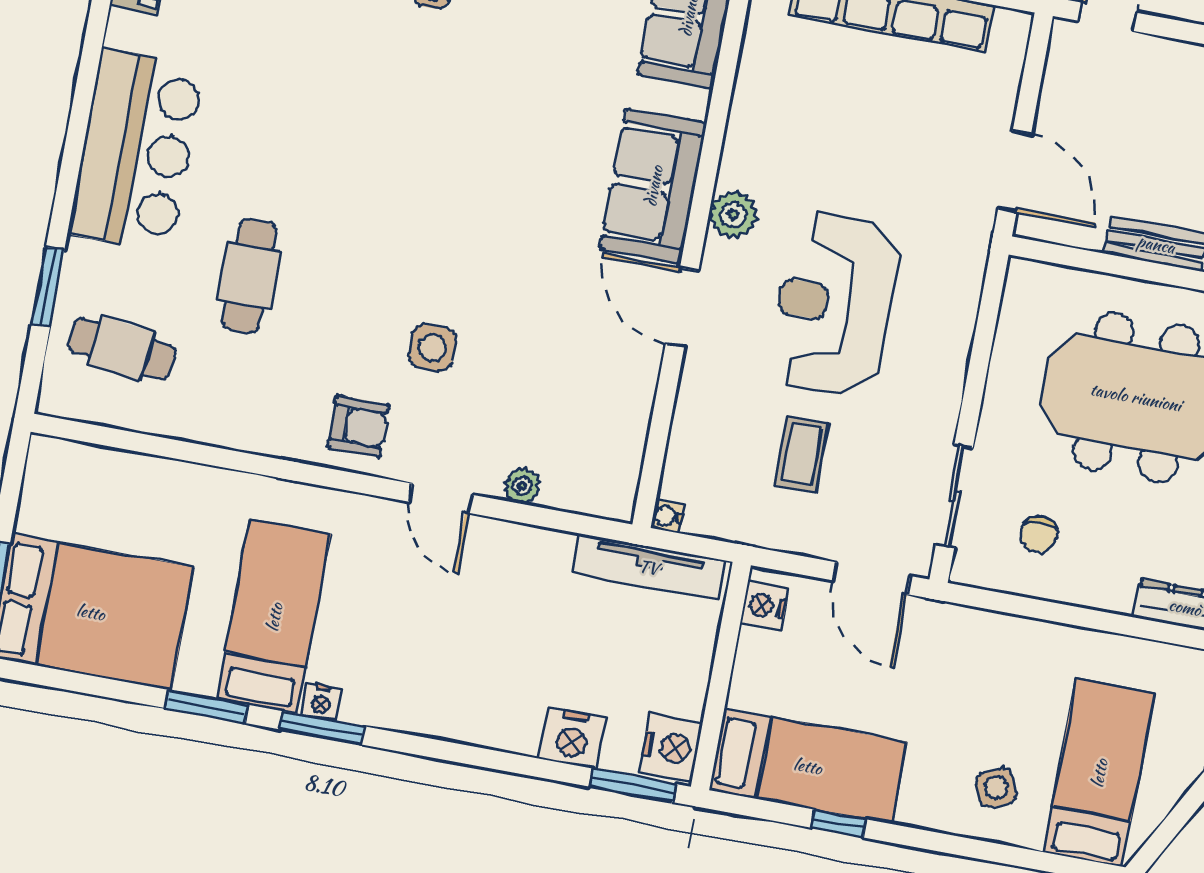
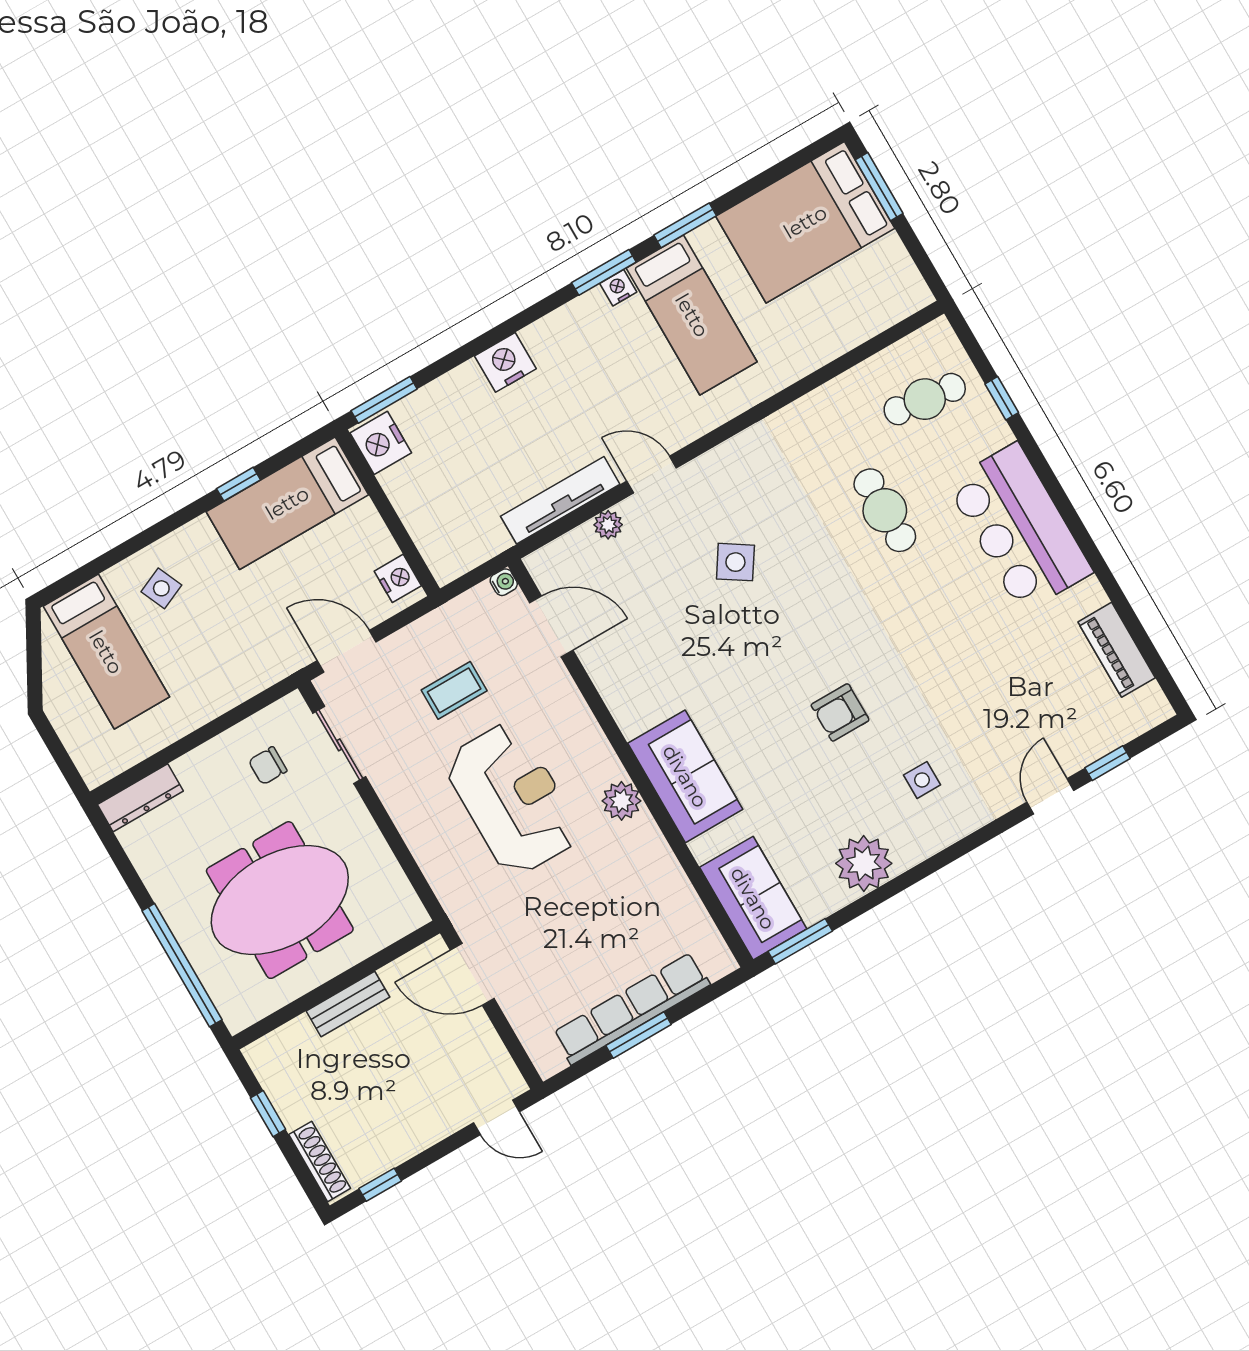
window: (48, 287) -> (1002, 398), width x0.67
door: (682, 308) -> (551, 626), moved
side table: (432, 348) -> (735, 562), turned 33
armchair: (358, 426) -> (840, 712), moved
coffee table: (802, 454) -> (454, 690), turned 90
chair: (1039, 534) -> (268, 766), turned -90
tv unit: (649, 567) -> (560, 500), moved
nightstand: (572, 738) -> (505, 362), moved

